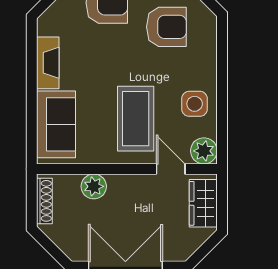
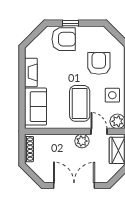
armchair: (166, 27) -> (99, 63), moved, turned -90
plant: (94, 186) -> (82, 141), moved

